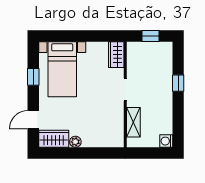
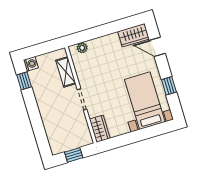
window: (178, 83) -> (24, 81), moved
door: (33, 120) -> (157, 47), swing flipped
plant: (75, 142) -> (82, 48), moved

